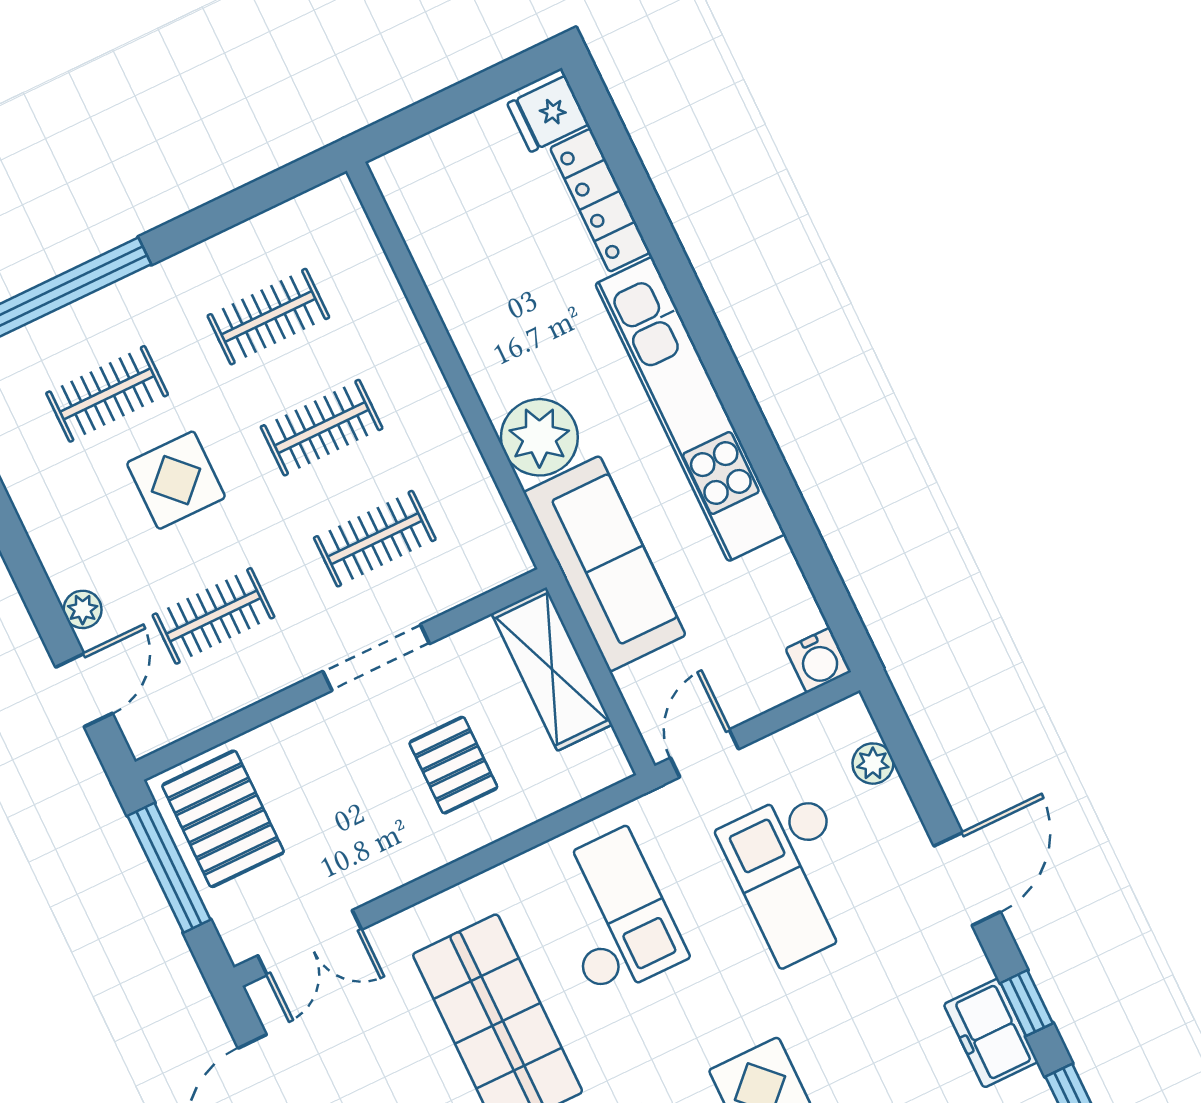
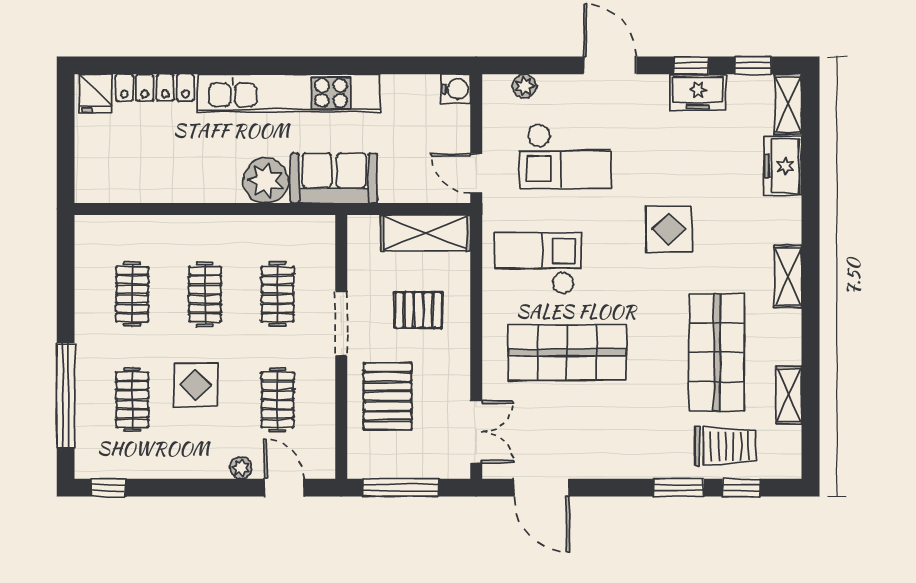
sofa: (605, 564) -> (334, 178), width x0.73
shelving: (552, 669) -> (425, 233), moved
pallet: (223, 819) -> (388, 396), moved, turned 90

